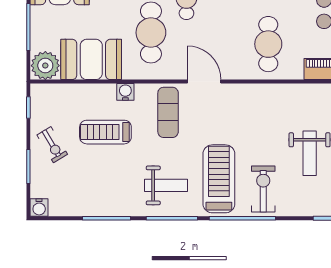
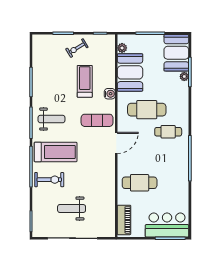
plant: (45, 66) -> (122, 48), width x0.53, depth x0.53
weight bench: (166, 185) -> (51, 119), turned -90
water cooler: (39, 208) -> (38, 40), removed

